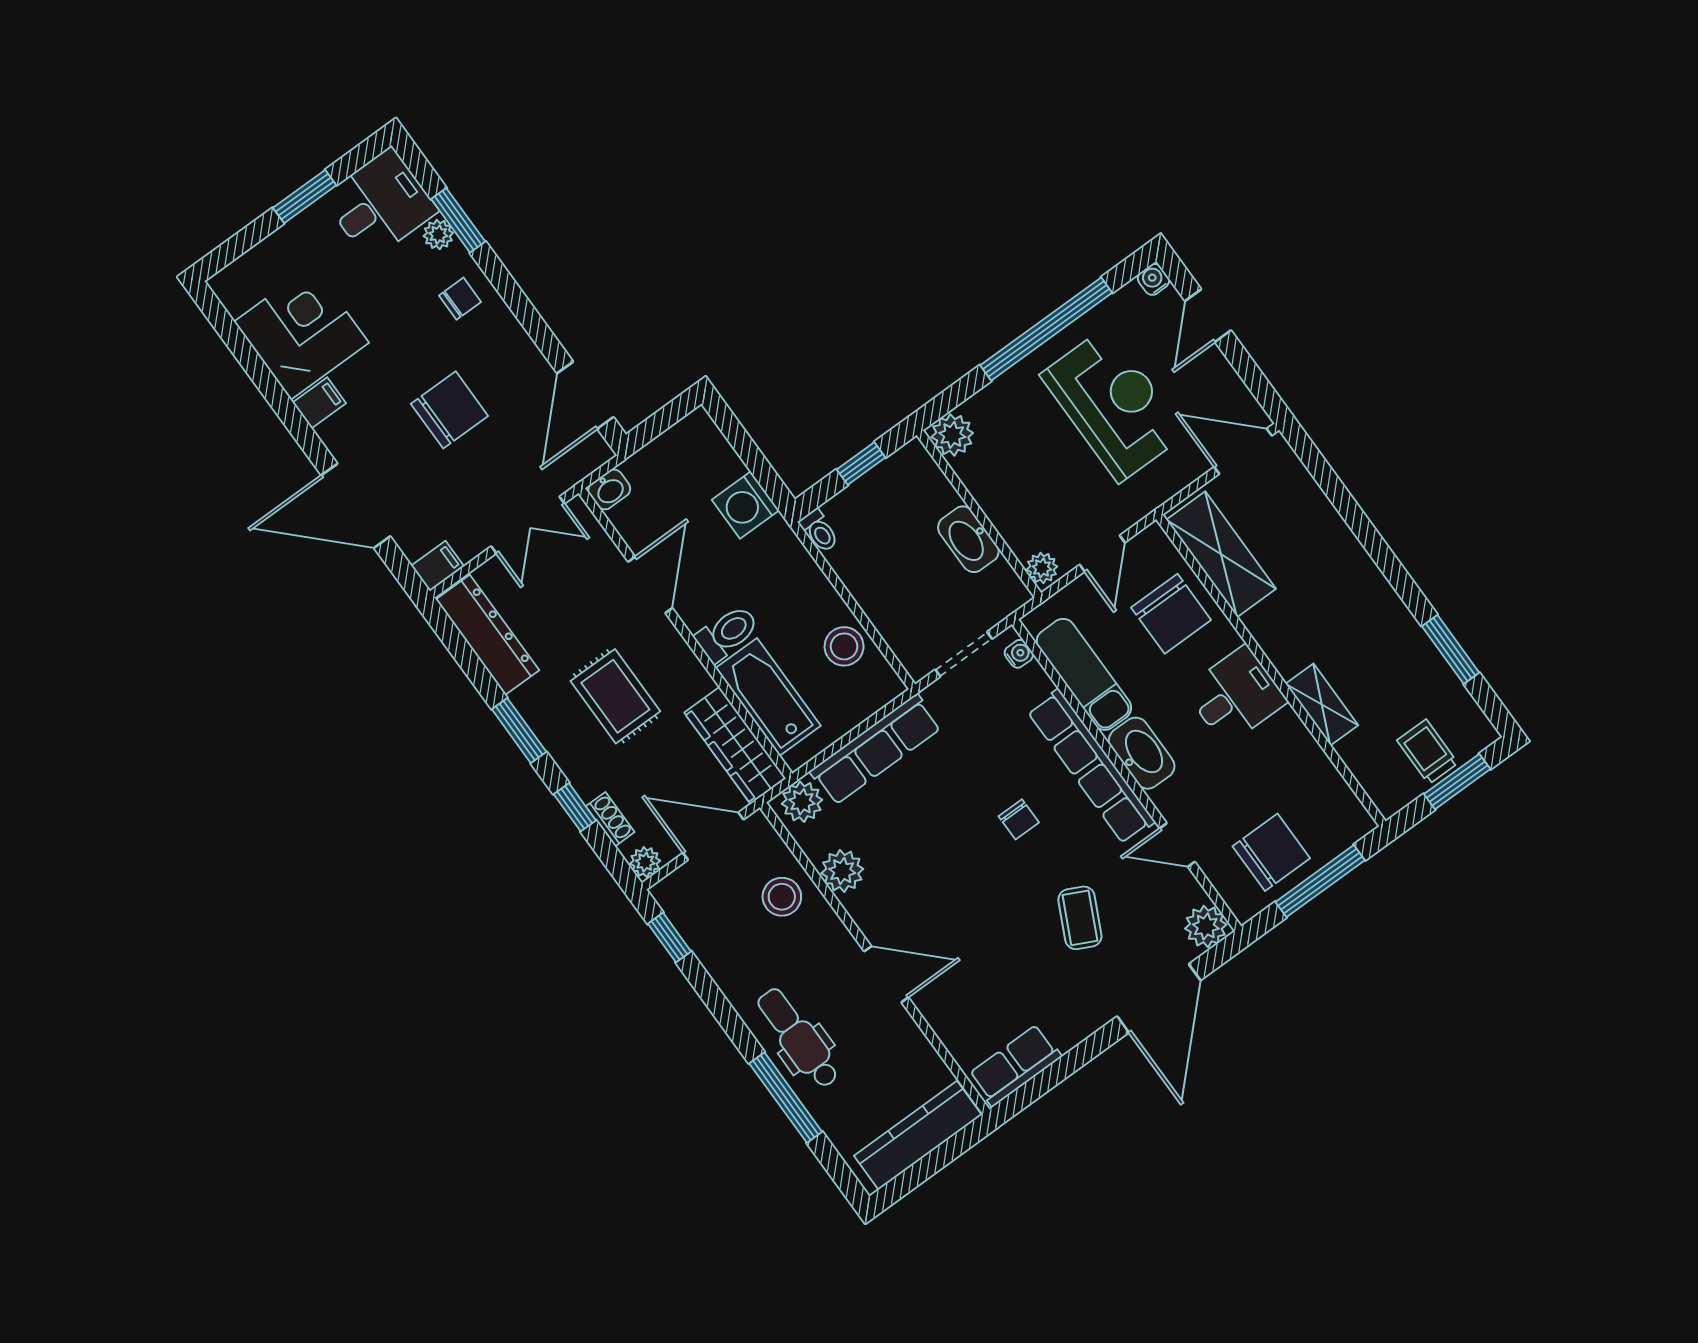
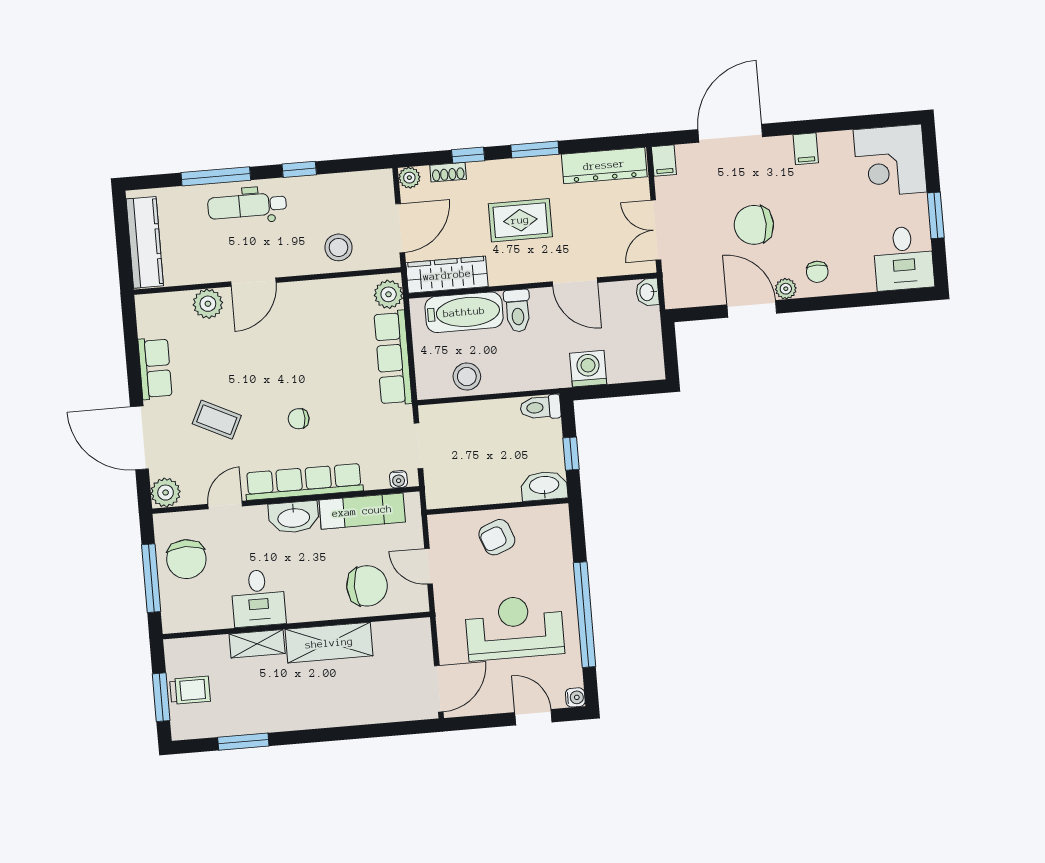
window: (458, 220) -> (865, 299), removed
plant: (438, 235) -> (786, 289), moved
corner desk: (301, 332) -> (890, 161), moved, turned 90
door: (585, 395) -> (752, 309), moved
reception desk: (1113, 404) -> (514, 628), turned 180
chair: (449, 410) -> (754, 225), turned 90
plant: (952, 435) -> (555, 519), removed
armchair: (1017, 492) -> (497, 537), added
toilet: (819, 531) -> (540, 407), width x1.37, depth x1.39
washbasin: (968, 539) -> (544, 486), moved
shelving: (1221, 554) -> (329, 643), moved
plant: (1042, 568) -> (442, 525), removed
chair: (1171, 614) -> (367, 586), turned 180
desk: (1236, 695) -> (258, 598), moved
plant: (842, 871) -> (208, 304), moved
window: (669, 938) -> (299, 169), moved
dental chair: (798, 1038) -> (247, 206), turned 180
row of seats: (1015, 1065) -> (155, 368), moved

